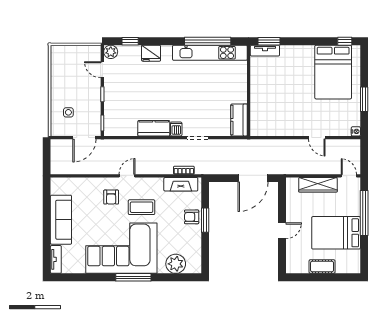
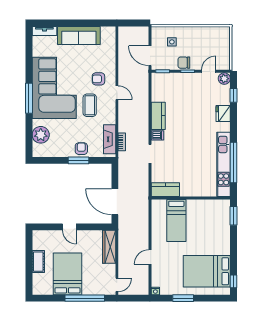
tv unit: (265, 51) -> (225, 212), removed
chair: (92, 98) -> (184, 63), added
bed: (274, 107) -> (176, 220), added
wardrobe: (318, 185) -> (109, 247), moved

